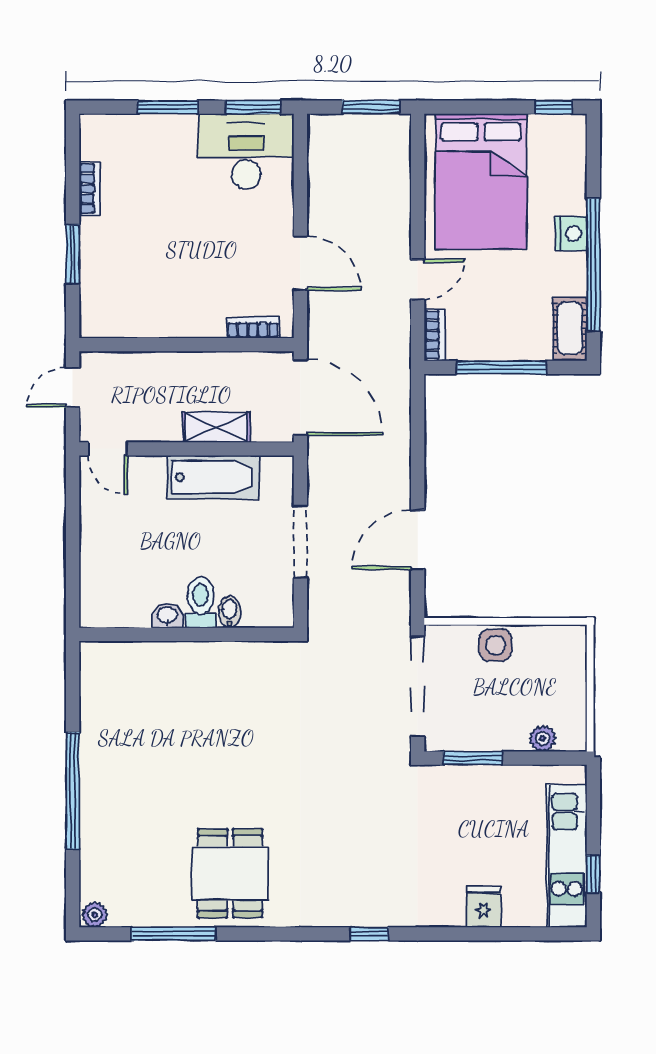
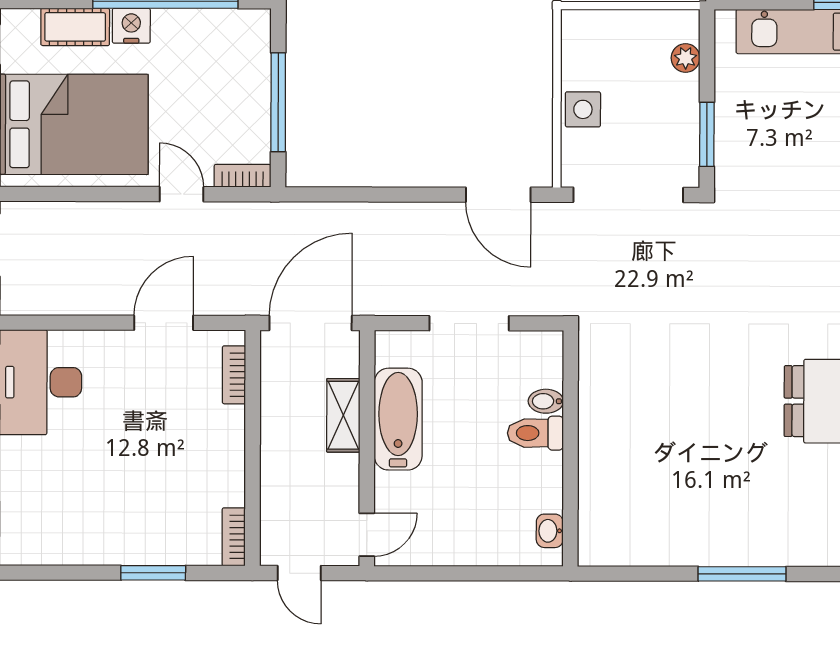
bookcase: (90, 189) -> (234, 537), moved, turned -90
cot: (570, 328) -> (75, 27), moved
door: (418, 540) -> (498, 195), moved
washbasin: (167, 616) -> (550, 531), moved
window: (73, 791) -> (742, 574), width x0.68

